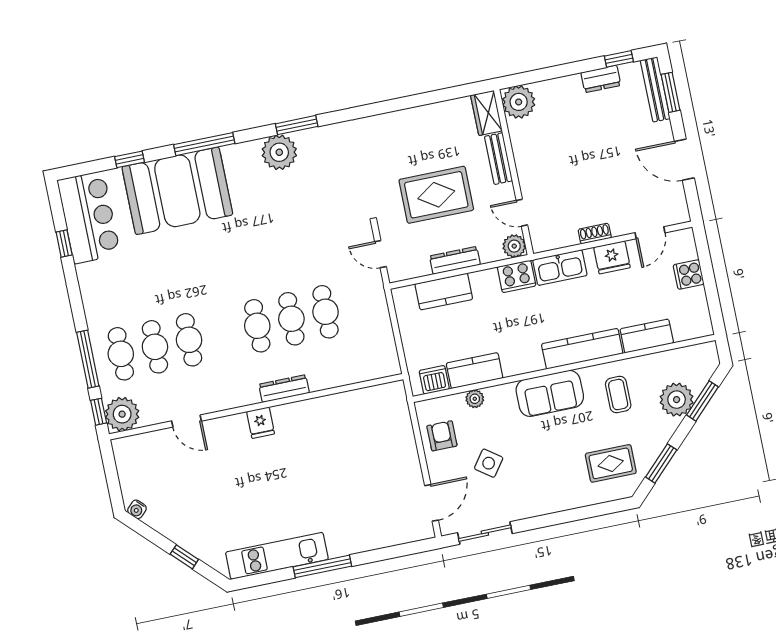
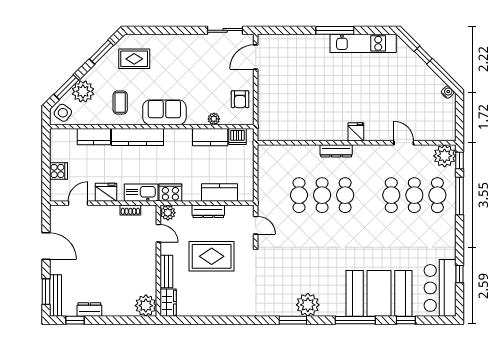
shoe rack: (595, 234) -> (130, 210), moved
side table: (489, 463) -> (63, 113), moved

